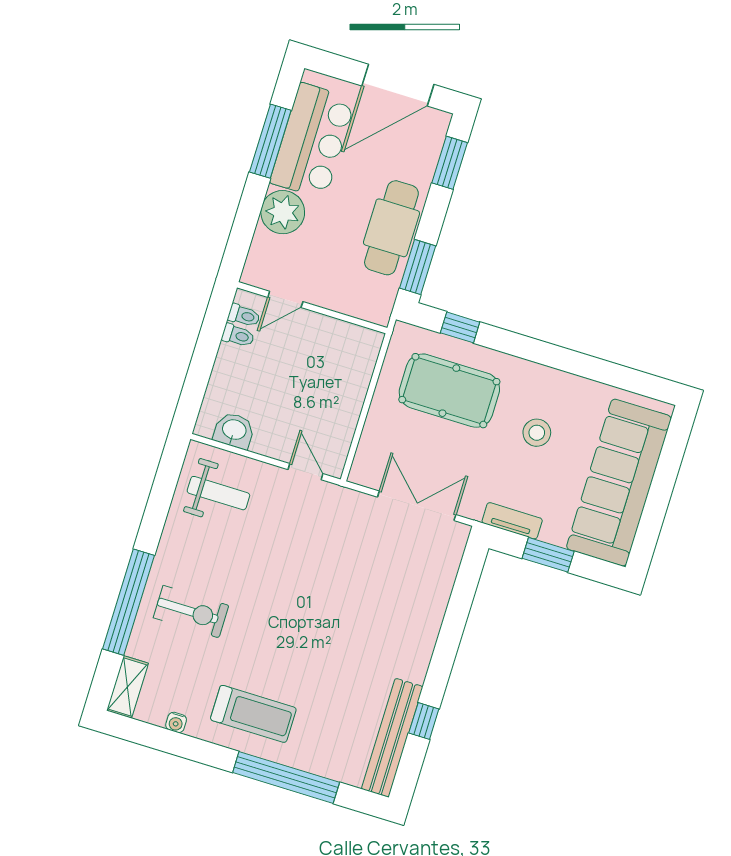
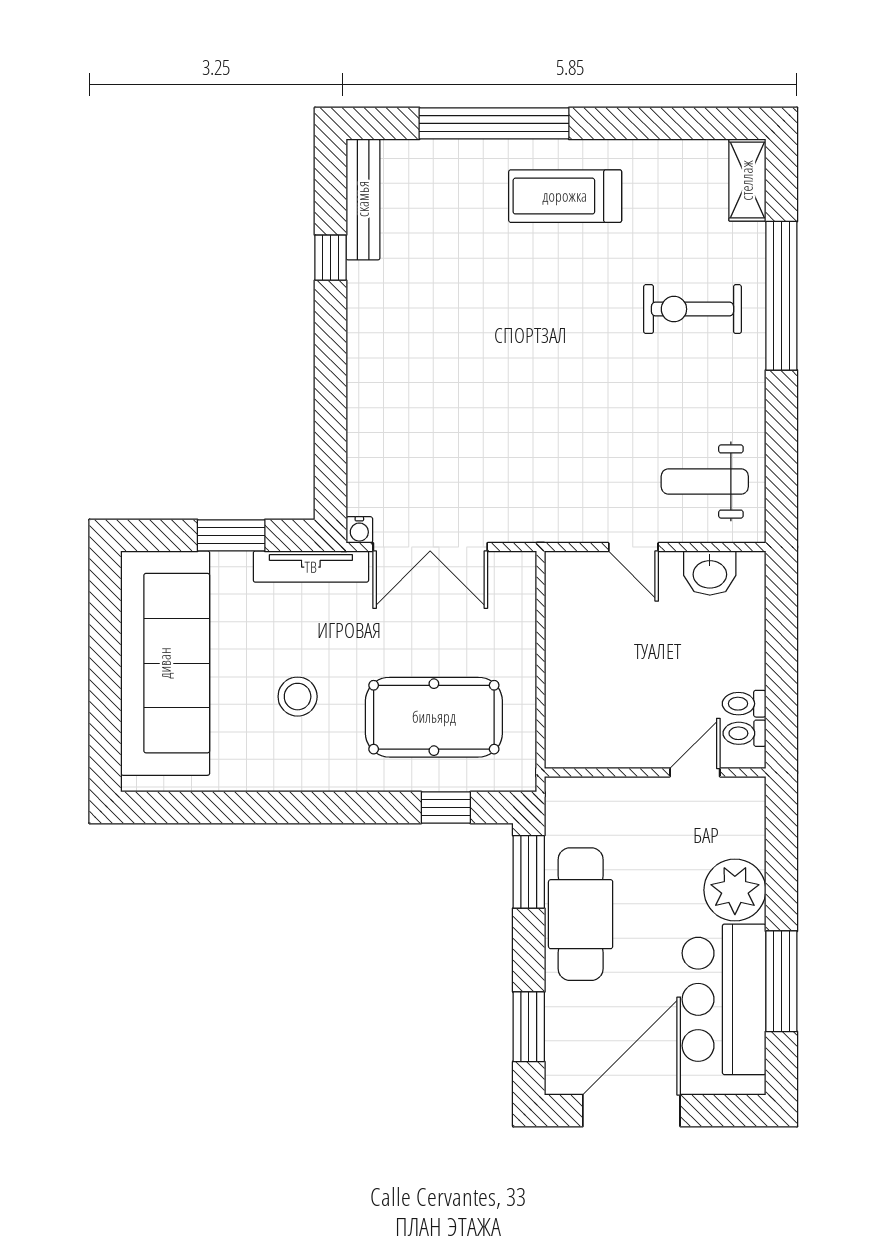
door: (306, 472) -> (633, 547), moved
tv unit: (512, 521) -> (311, 567), width x1.41
water cooler: (176, 722) -> (359, 530), moved, turned 180
bench: (392, 738) -> (363, 199), width x0.73, depth x0.82

